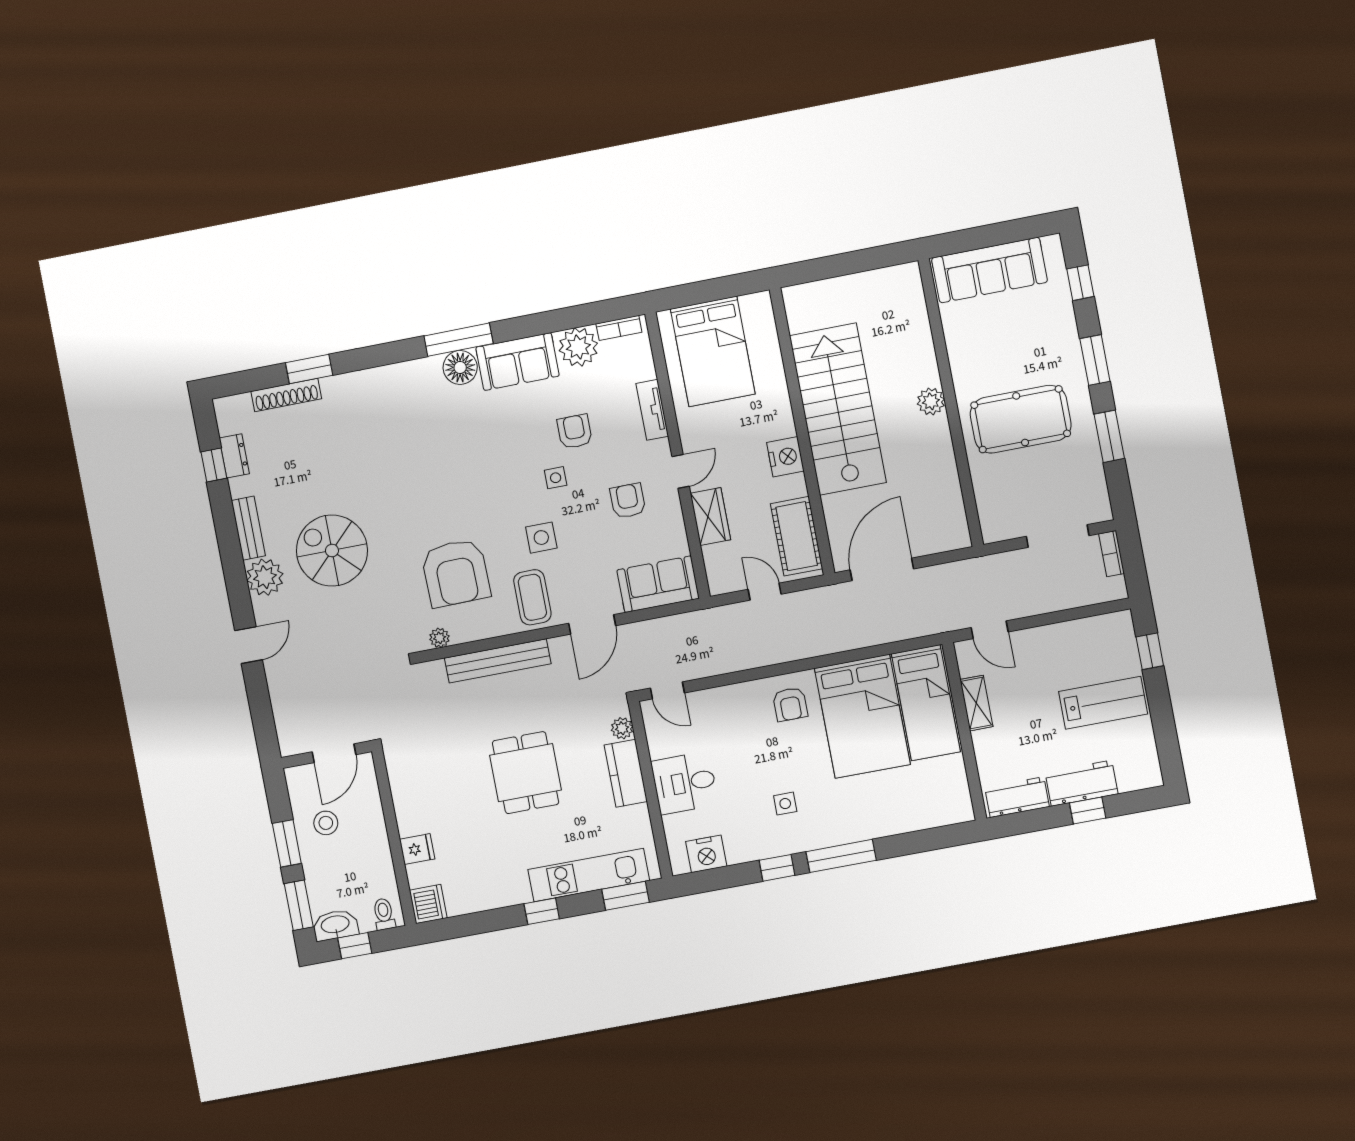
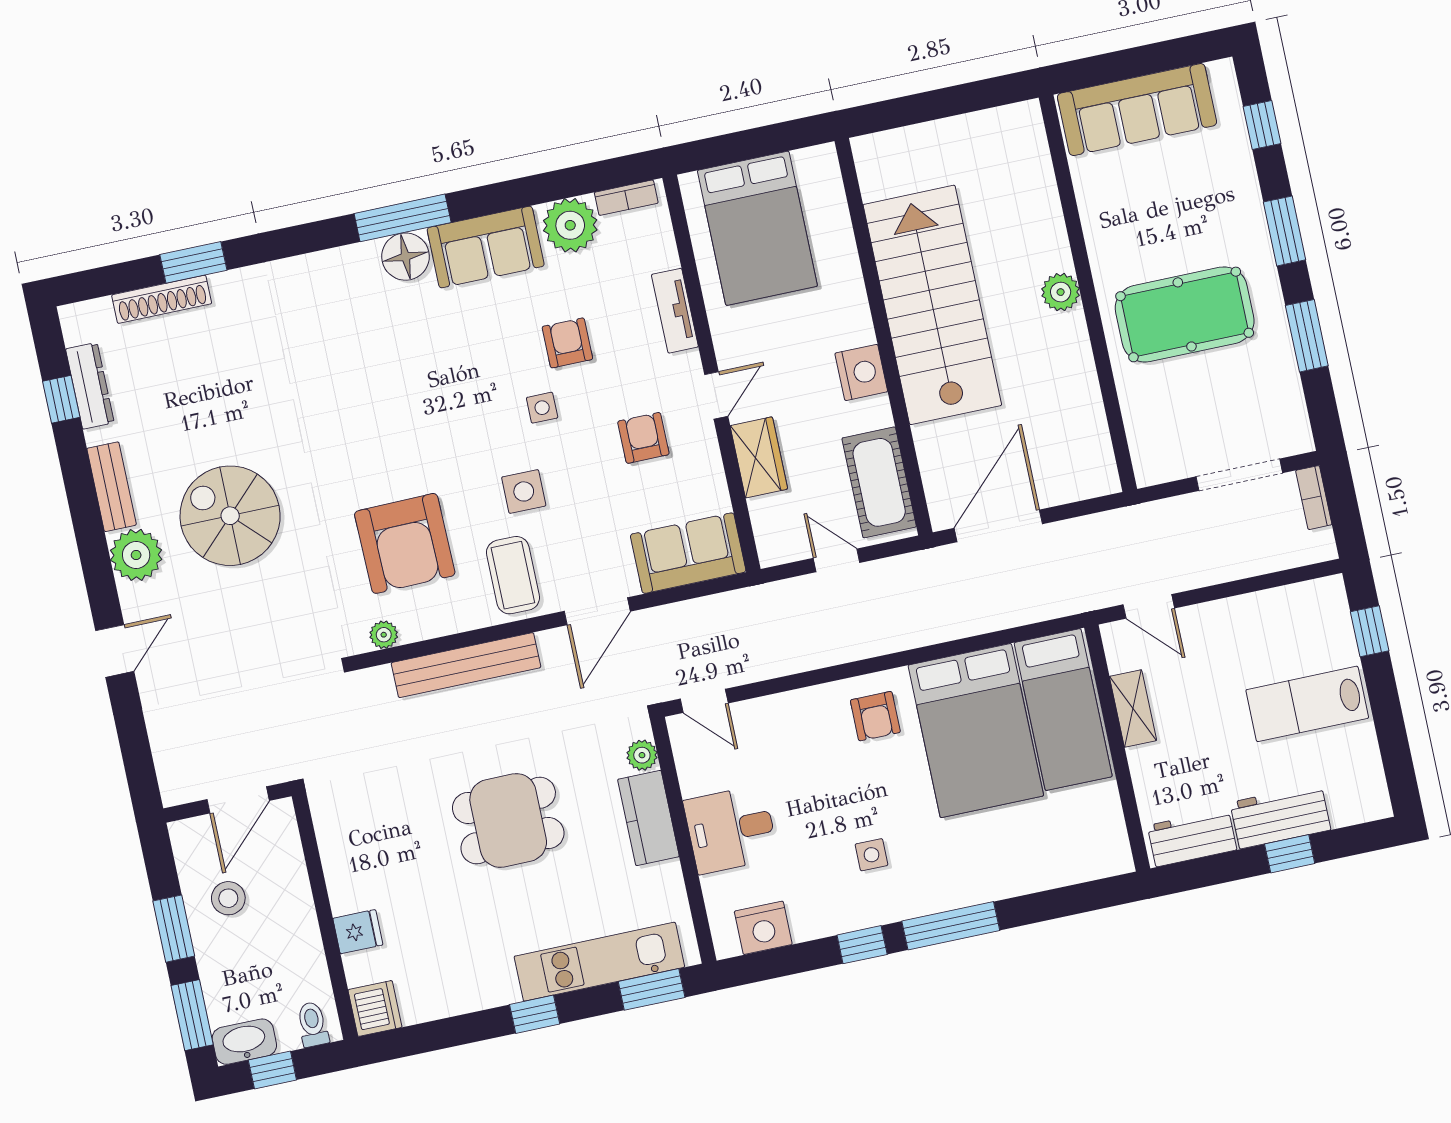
dresser: (234, 456) -> (90, 386), width x1.44
lab bench: (1103, 703) -> (1307, 704), turned 180
dining table: (526, 773) -> (508, 820), turned 90

